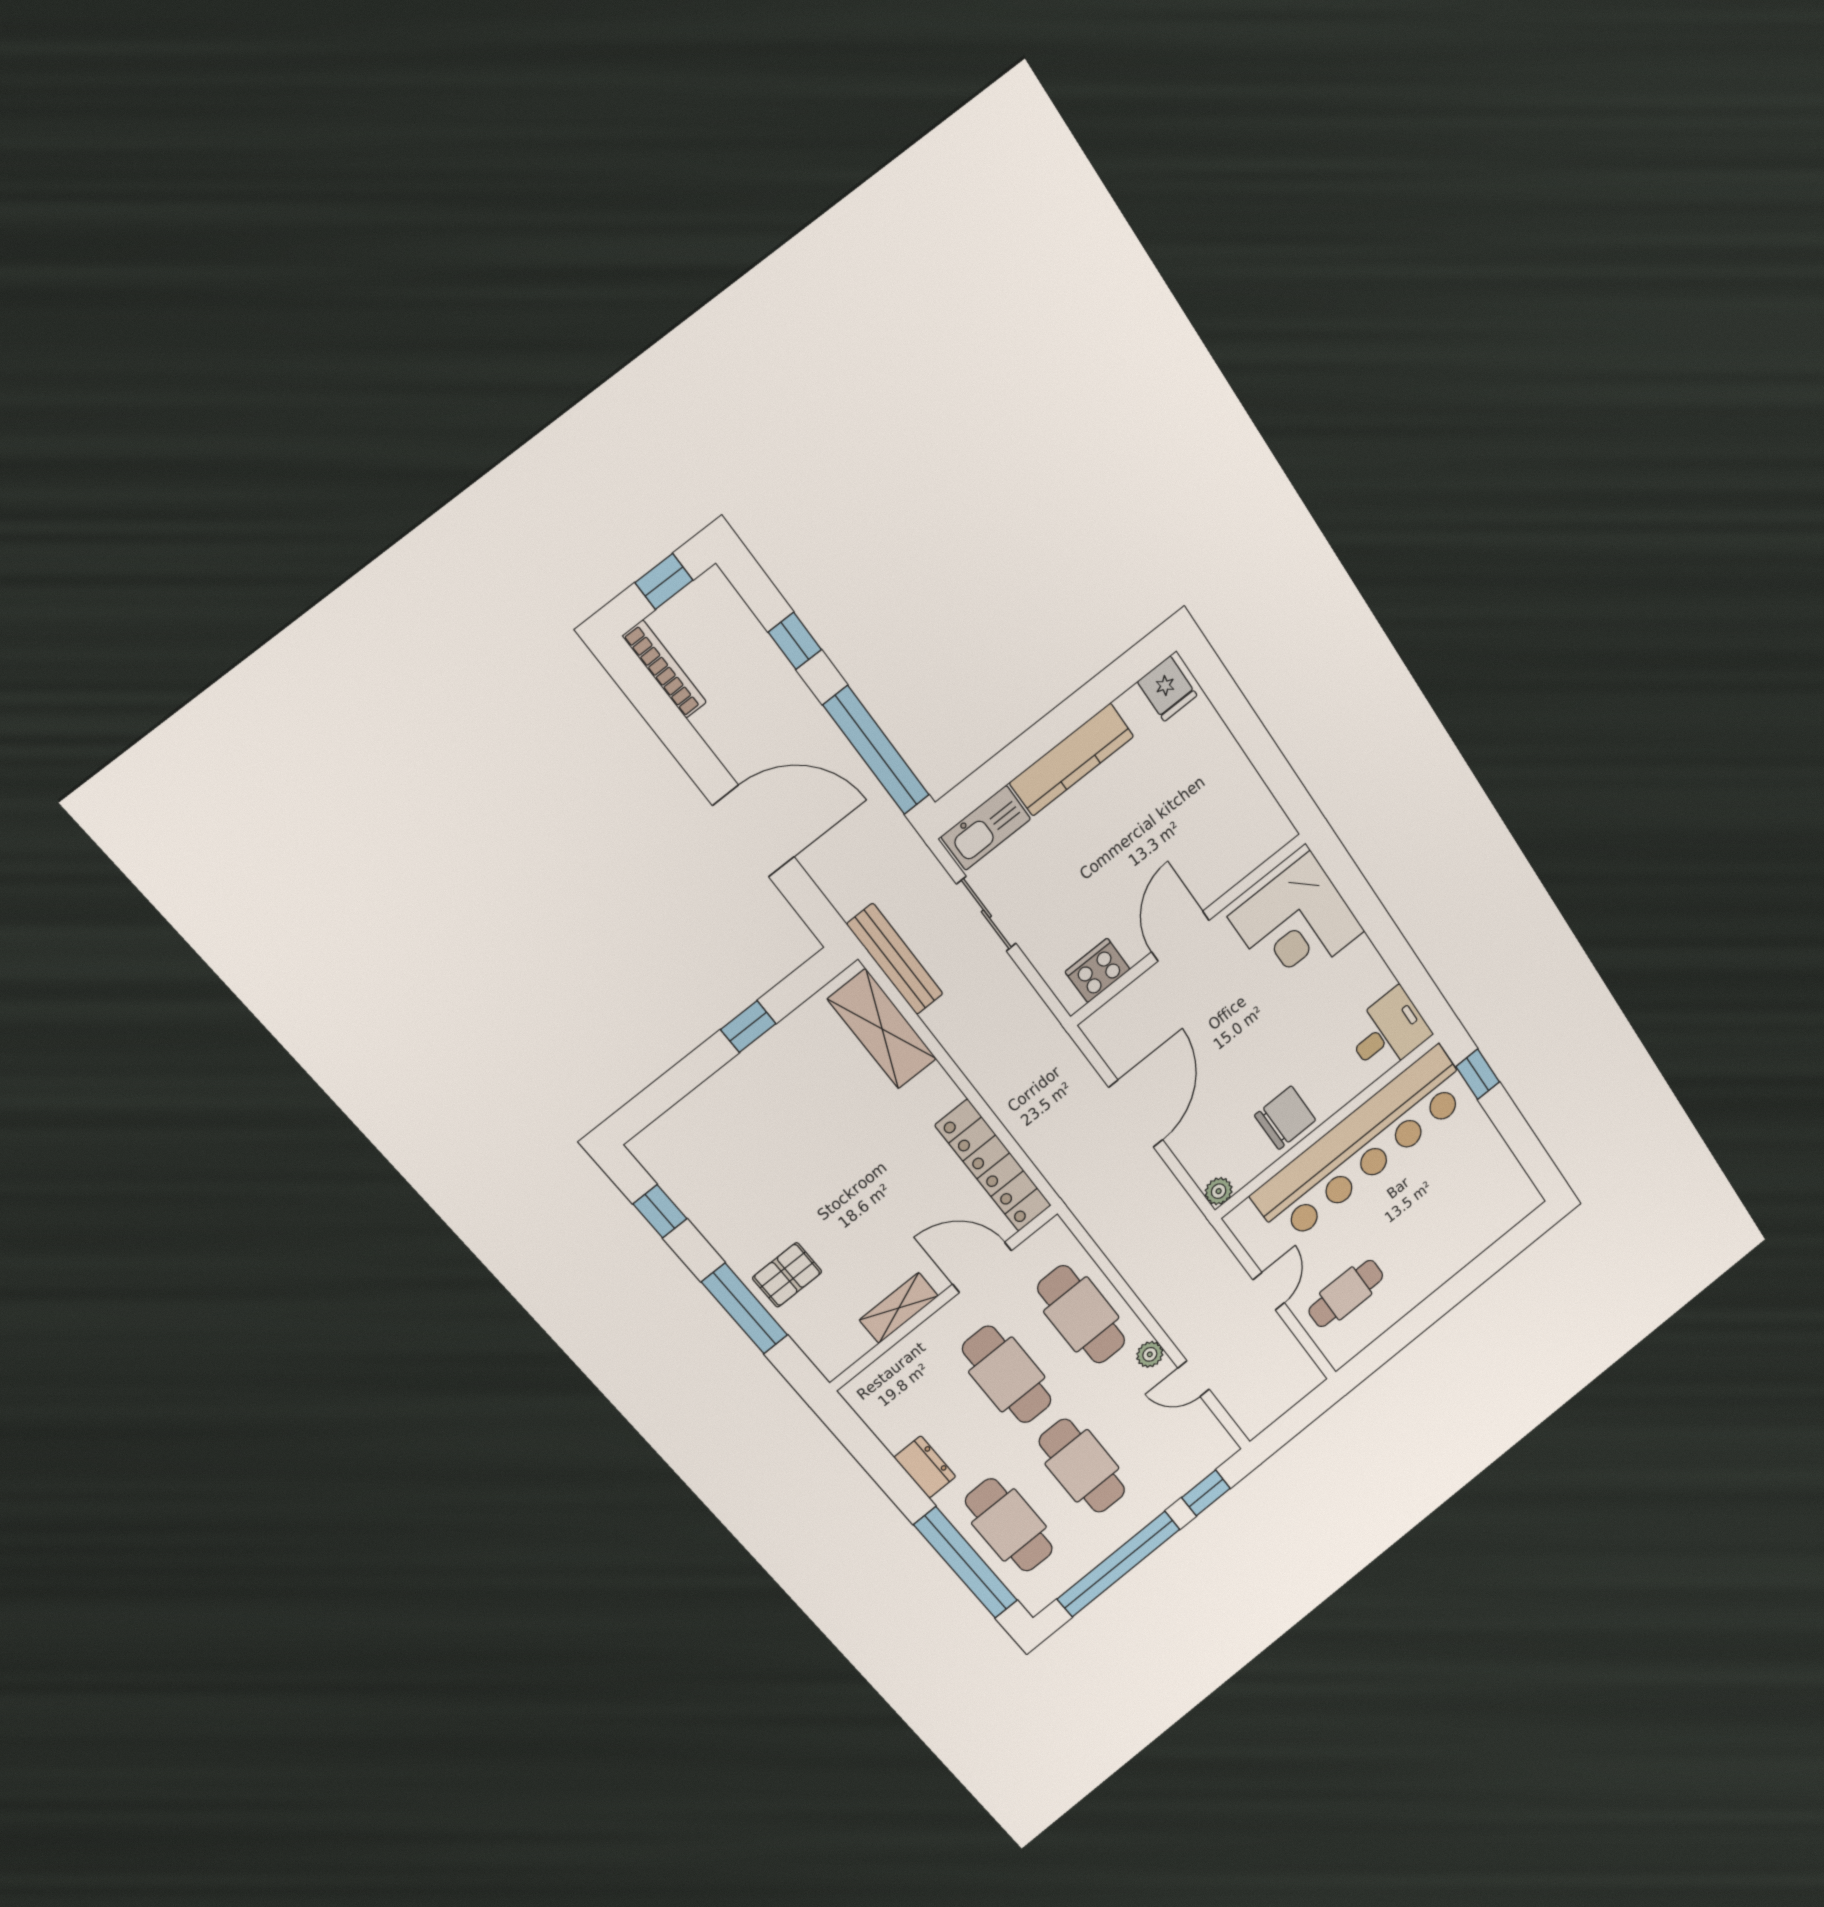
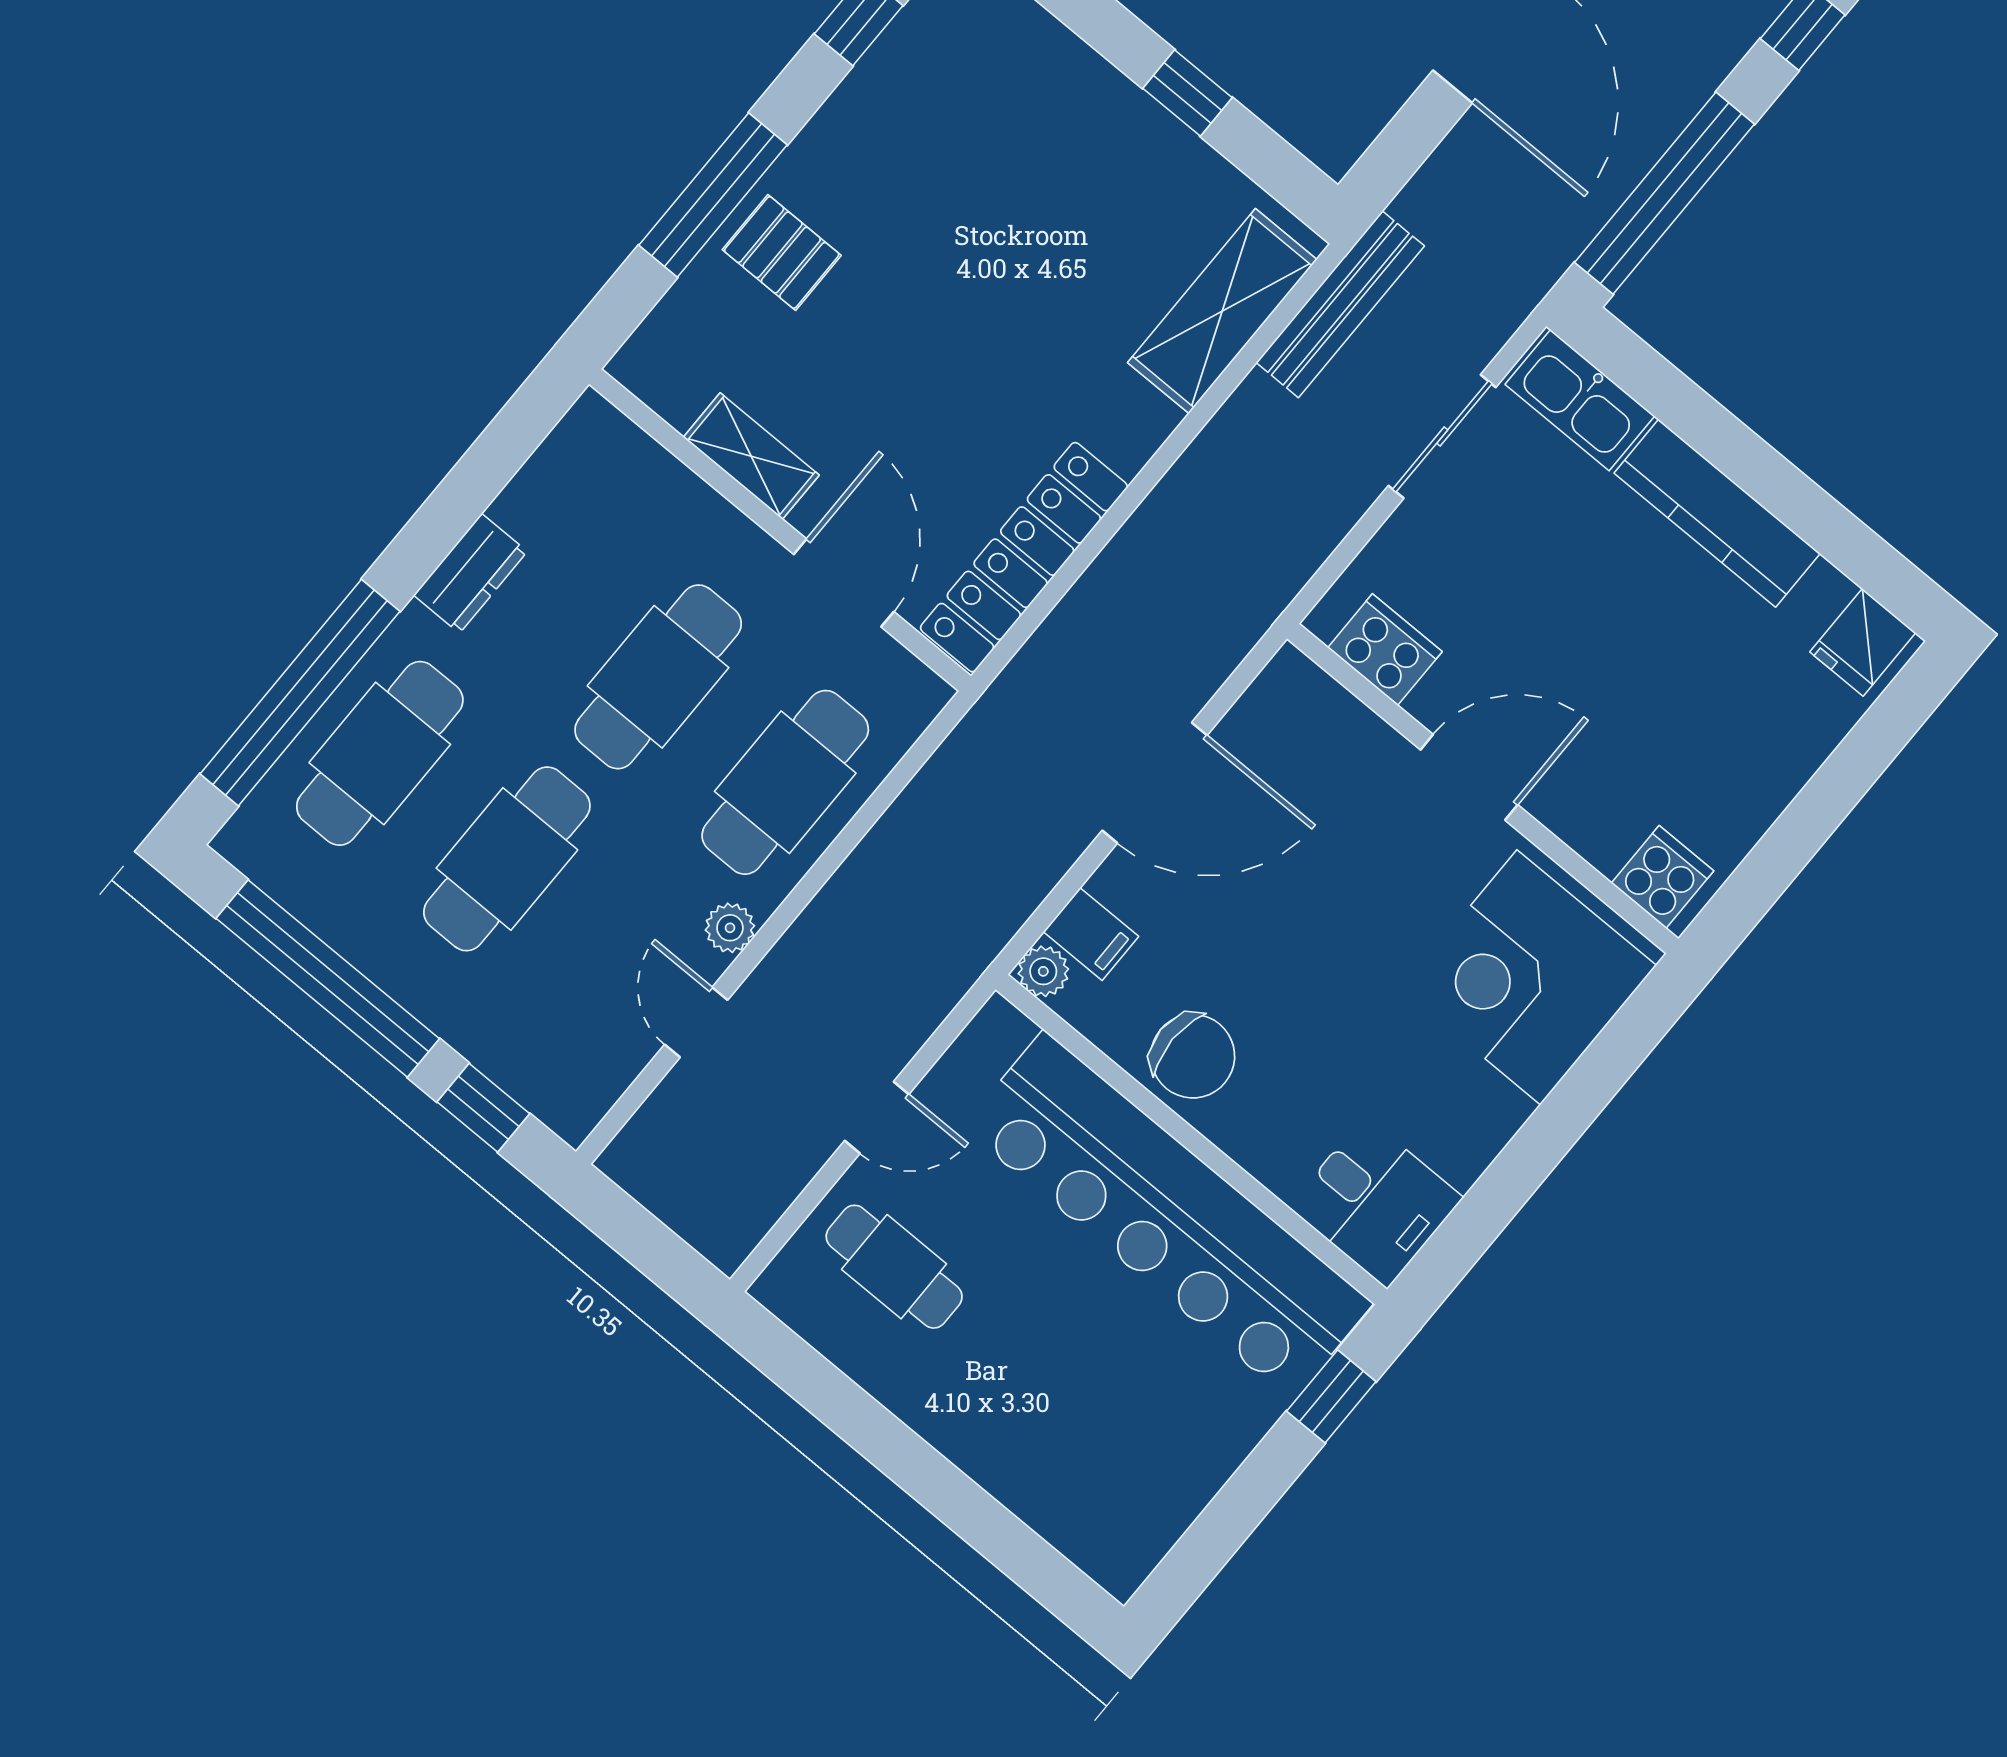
cooker: (1264, 836) -> (1663, 877), added
filing cabinet: (1206, 1162) -> (1091, 934), added

